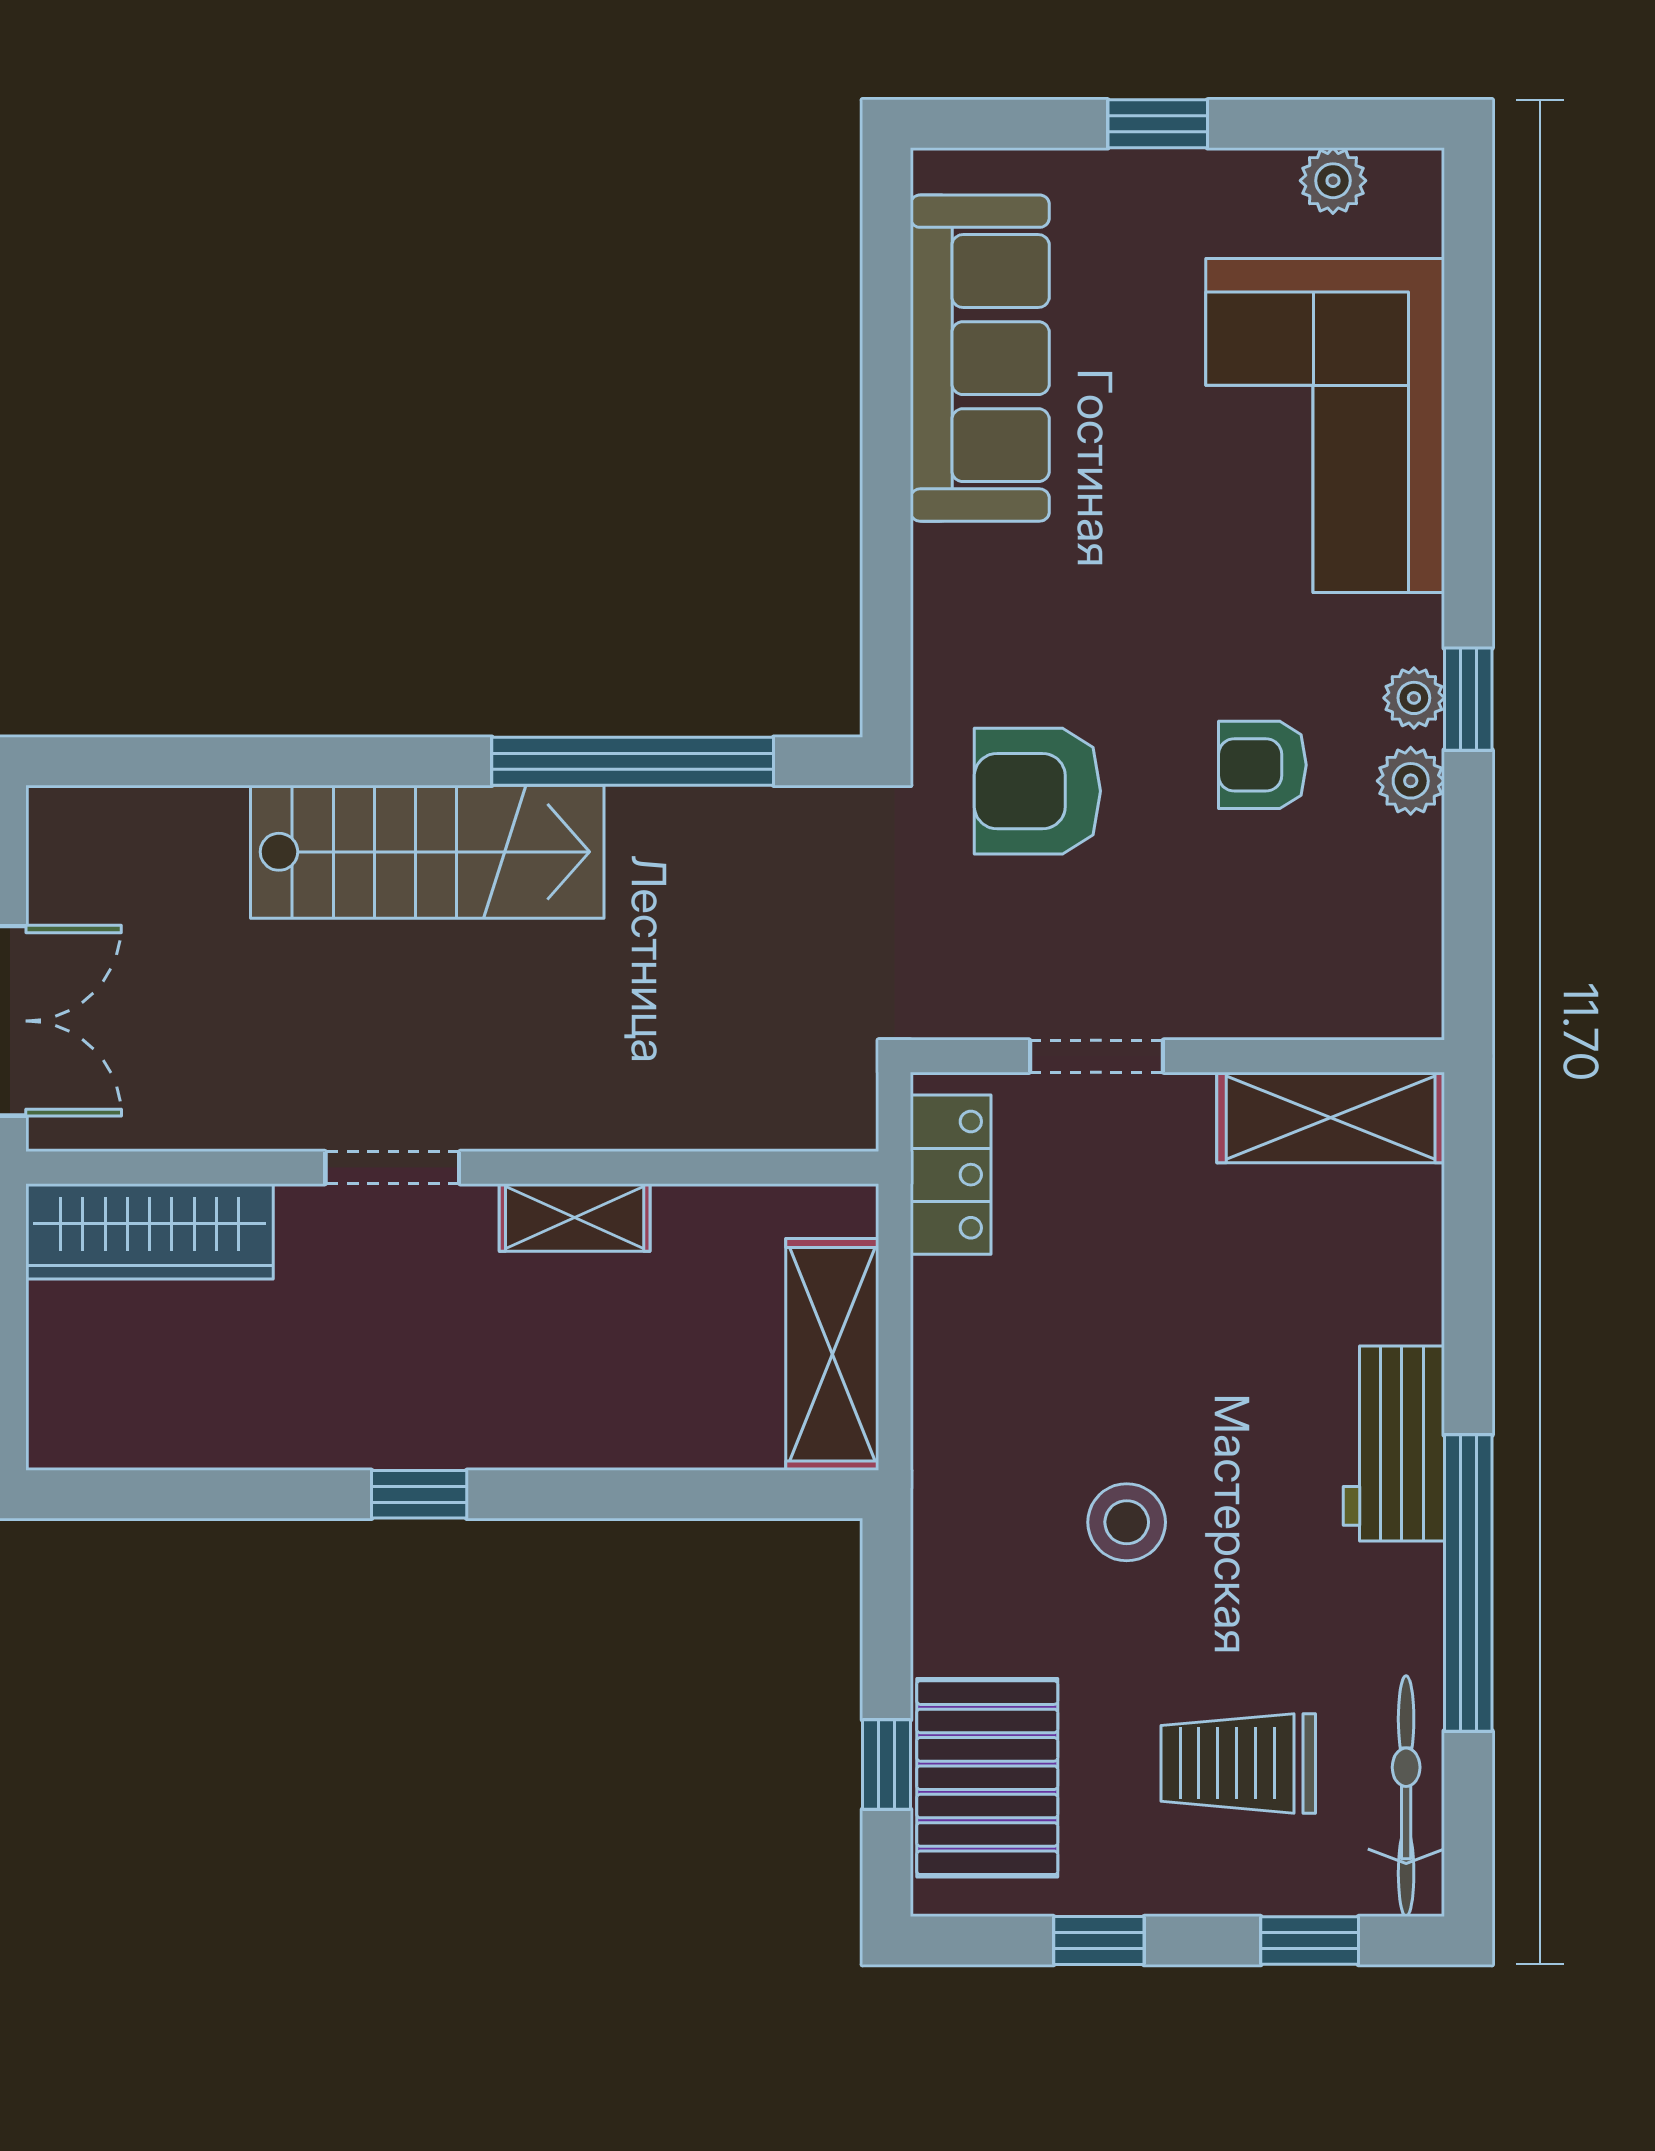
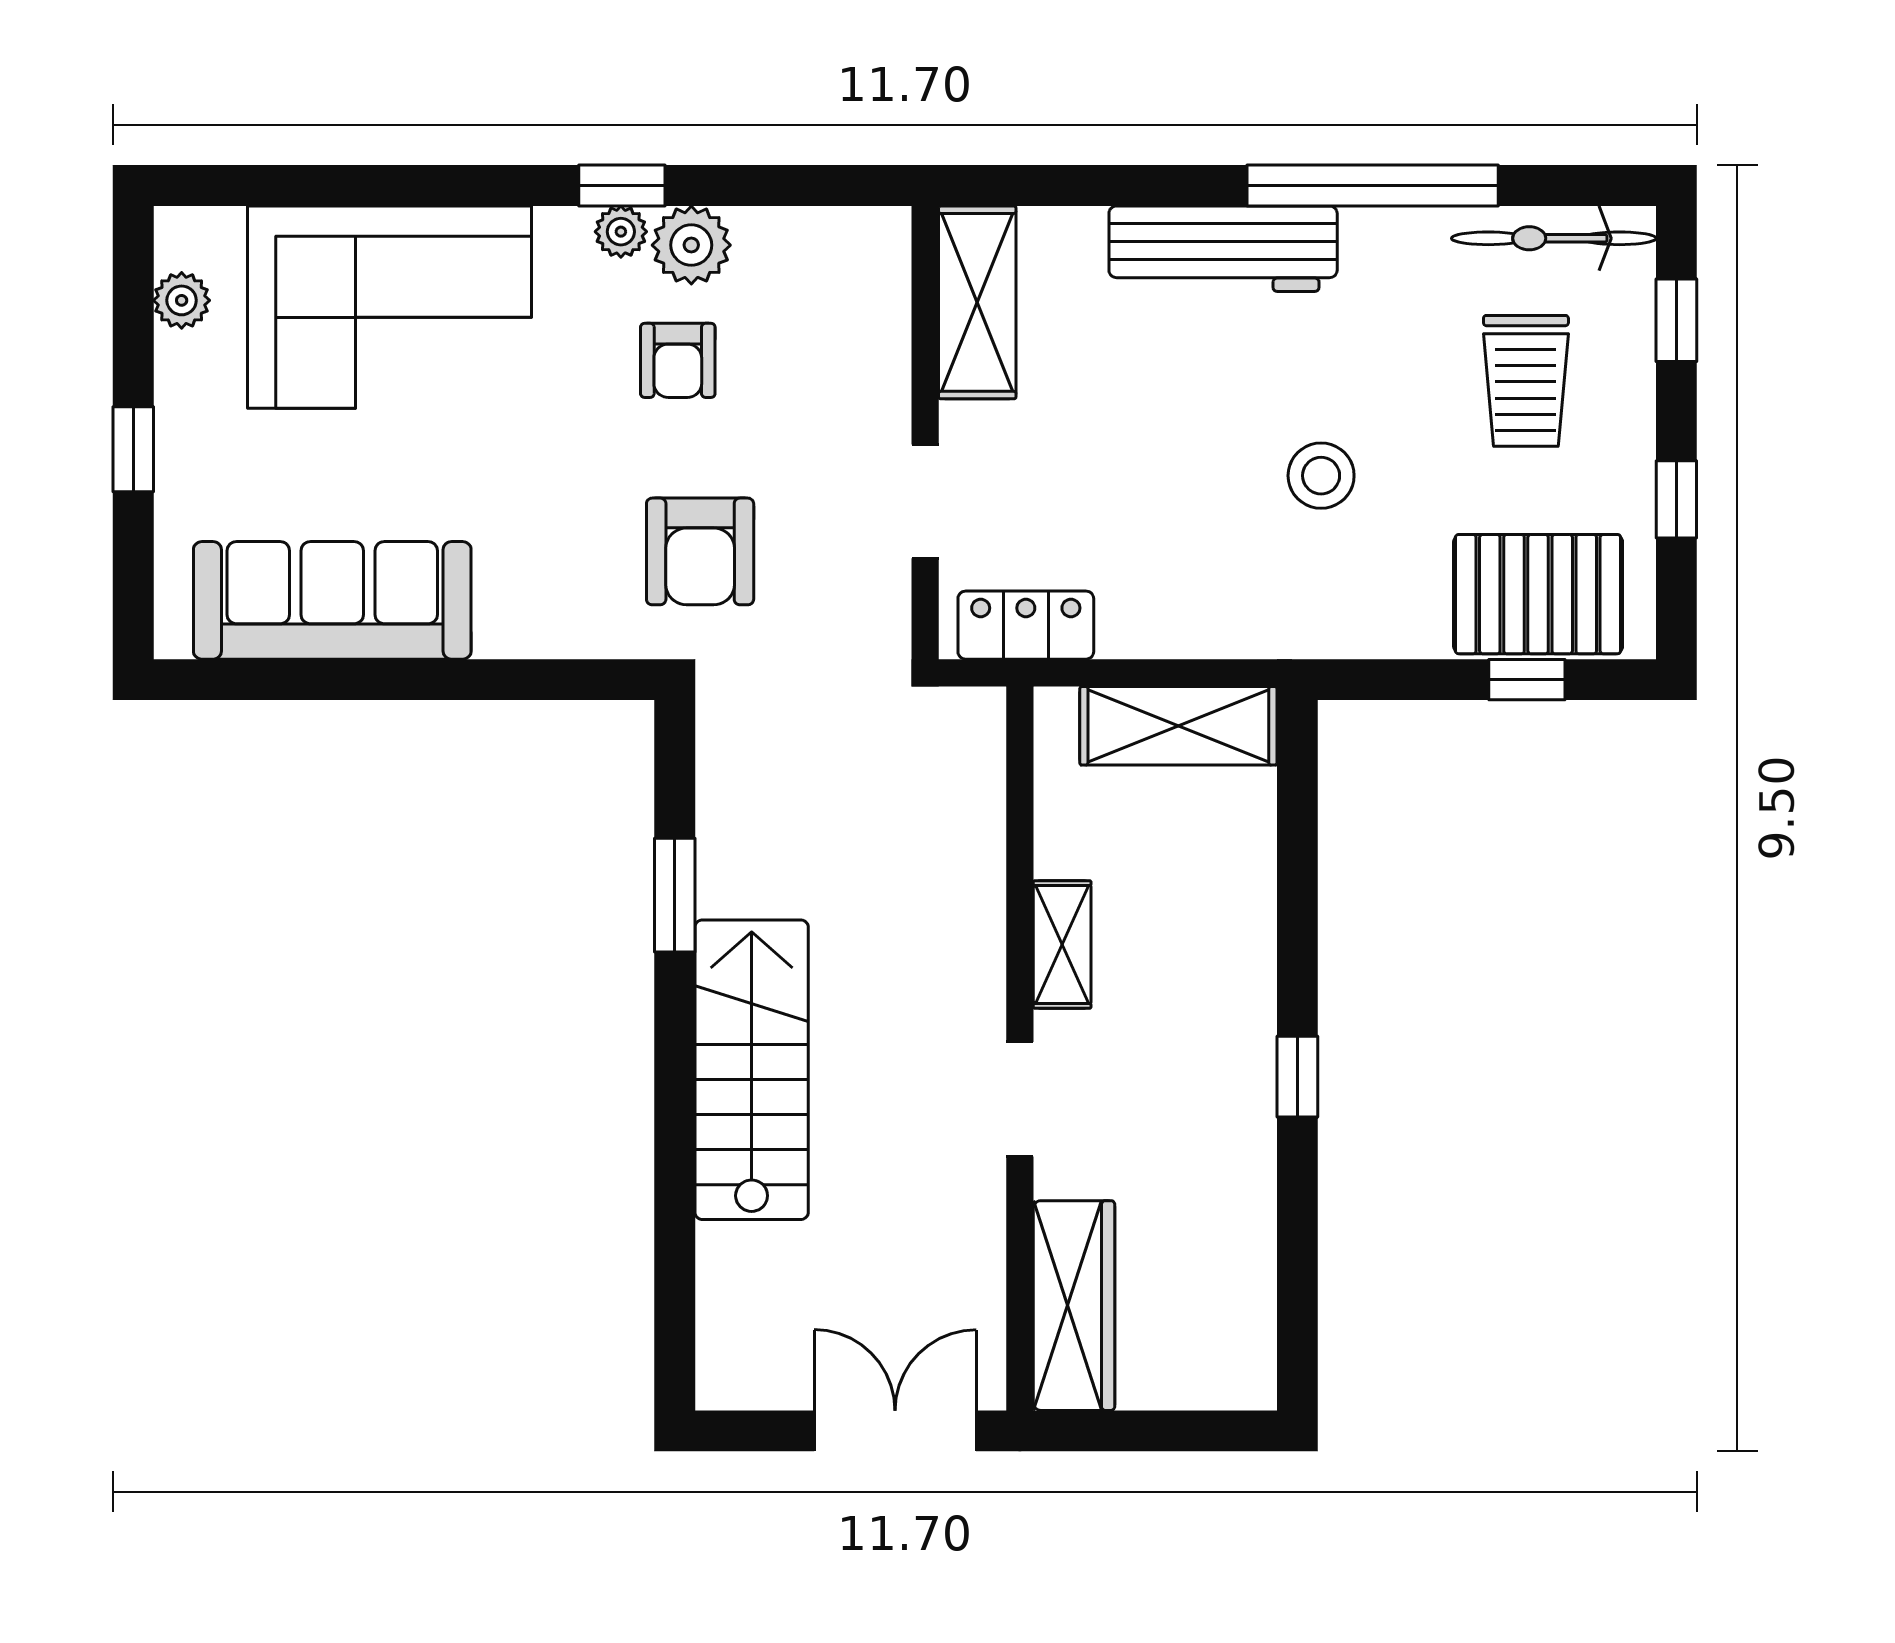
window: (633, 761) -> (675, 895), width x0.47
plant: (1411, 781) -> (691, 245), width x1.38, depth x1.38
workbench: (1394, 1443) -> (1223, 249), width x1.38

